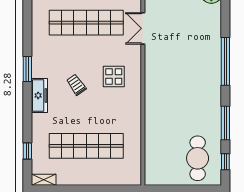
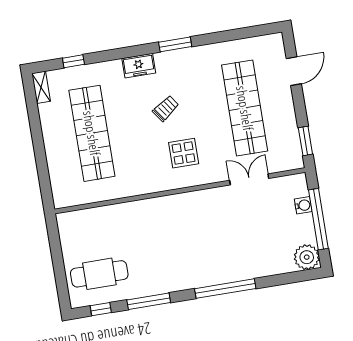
freezer: (39, 95) -> (139, 66), width x0.71

